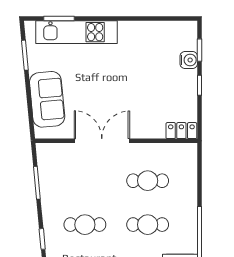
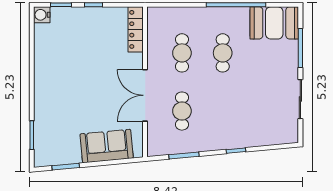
kitchen unit: (76, 32) -> (44, 119), removed
water cooler: (189, 60) -> (42, 15), moved, turned -90
locker: (181, 131) -> (136, 29), width x1.53
cafe table: (85, 225) -> (182, 111), moved

